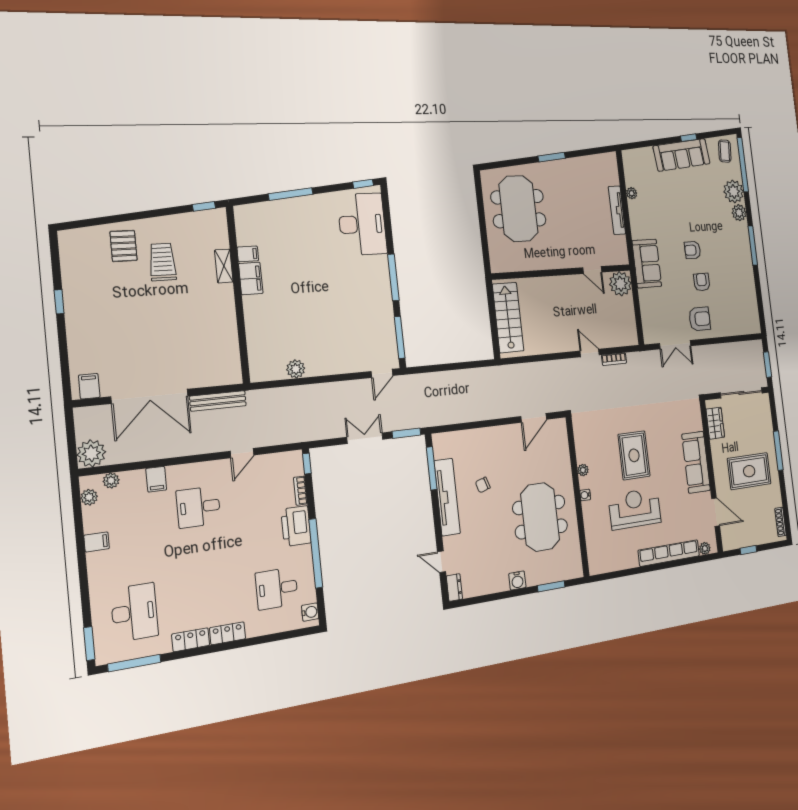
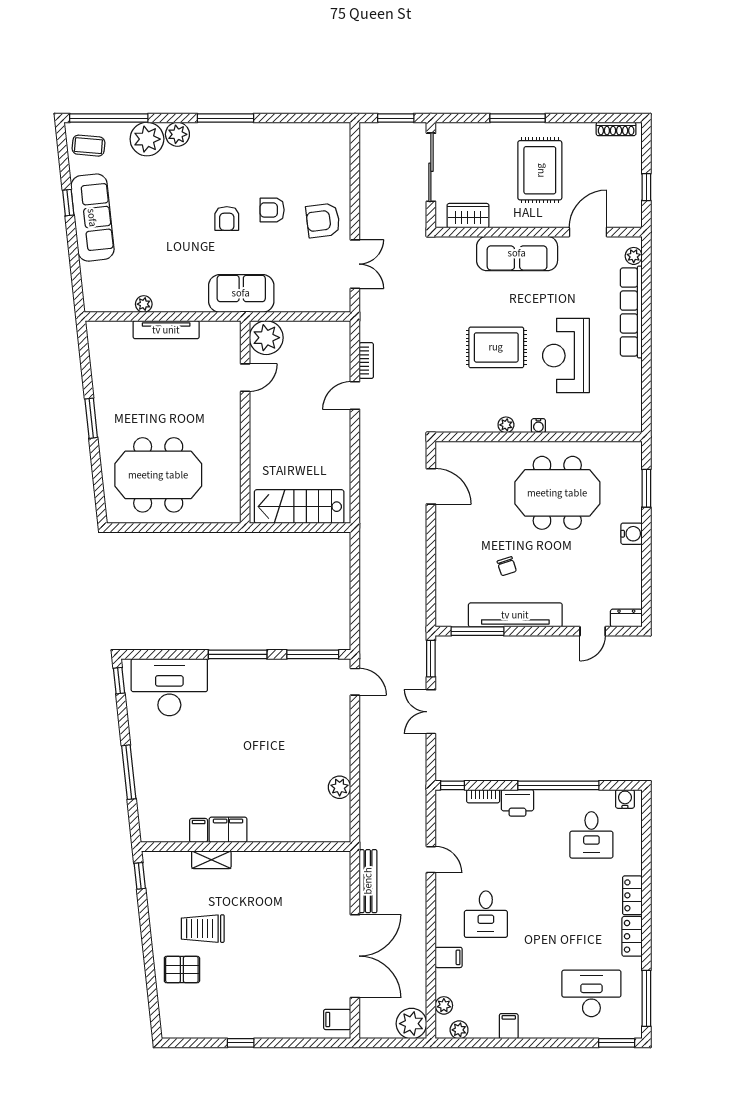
armchair: (700, 319) -> (323, 220), turned -97
printer: (296, 526) -> (517, 803), width x0.73, depth x0.84

